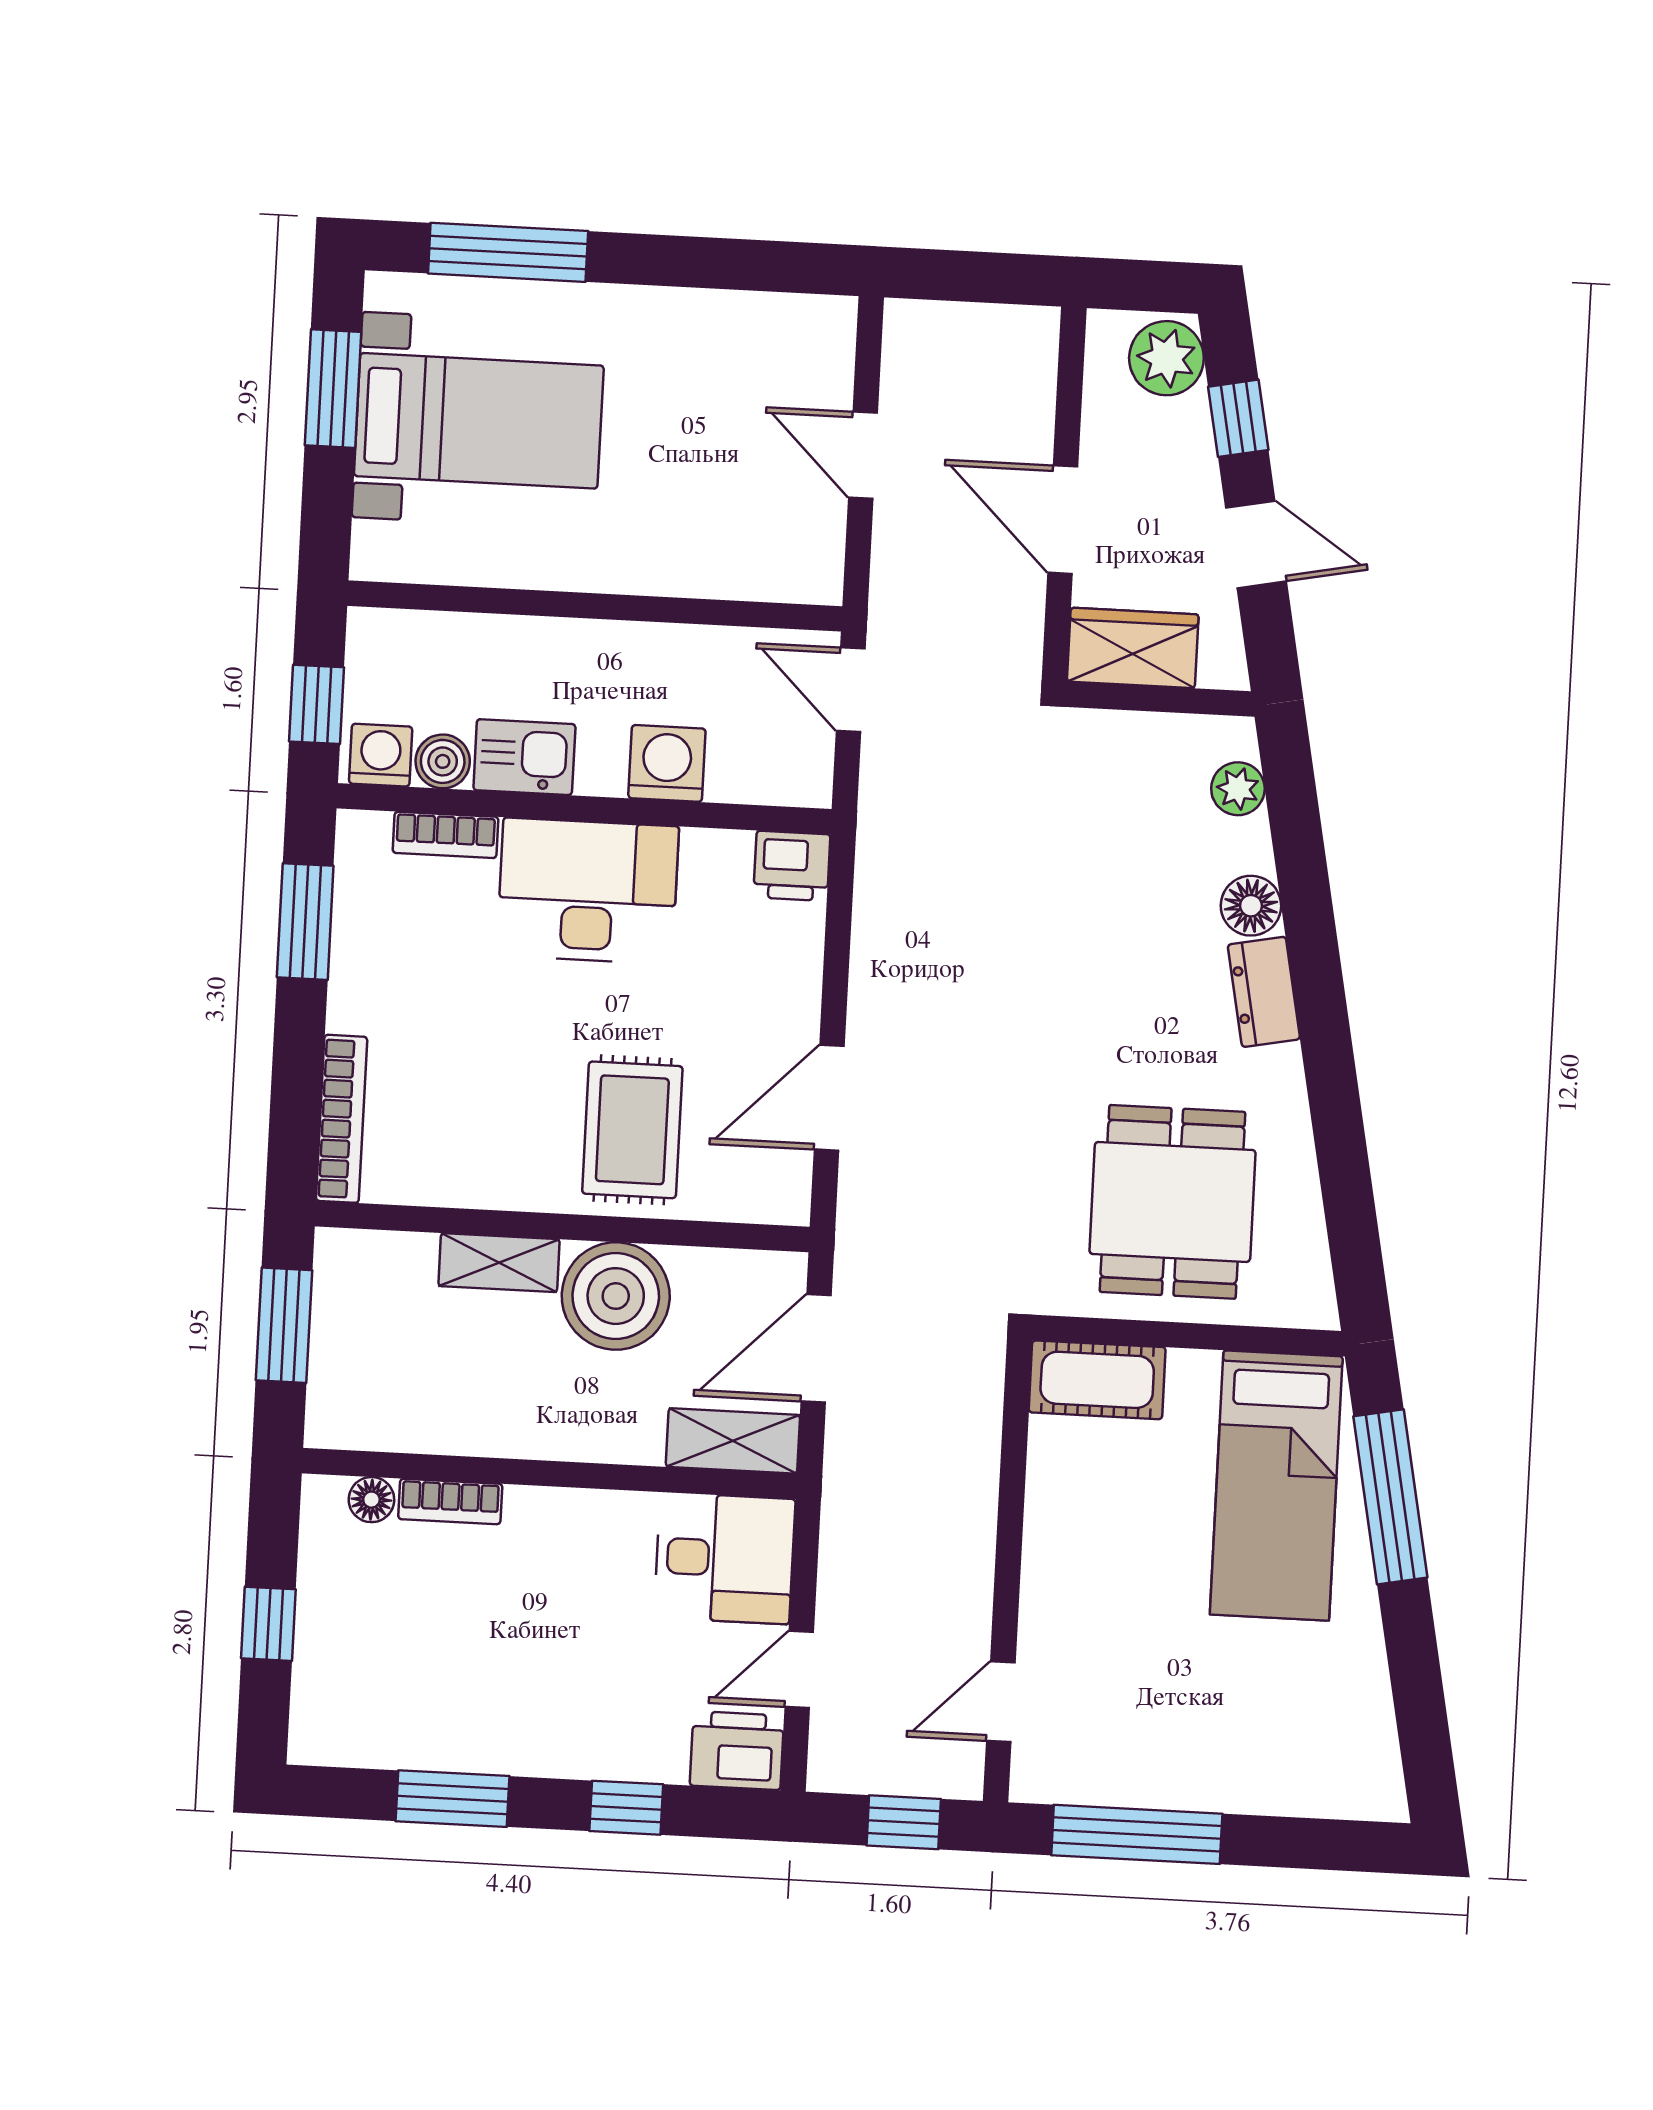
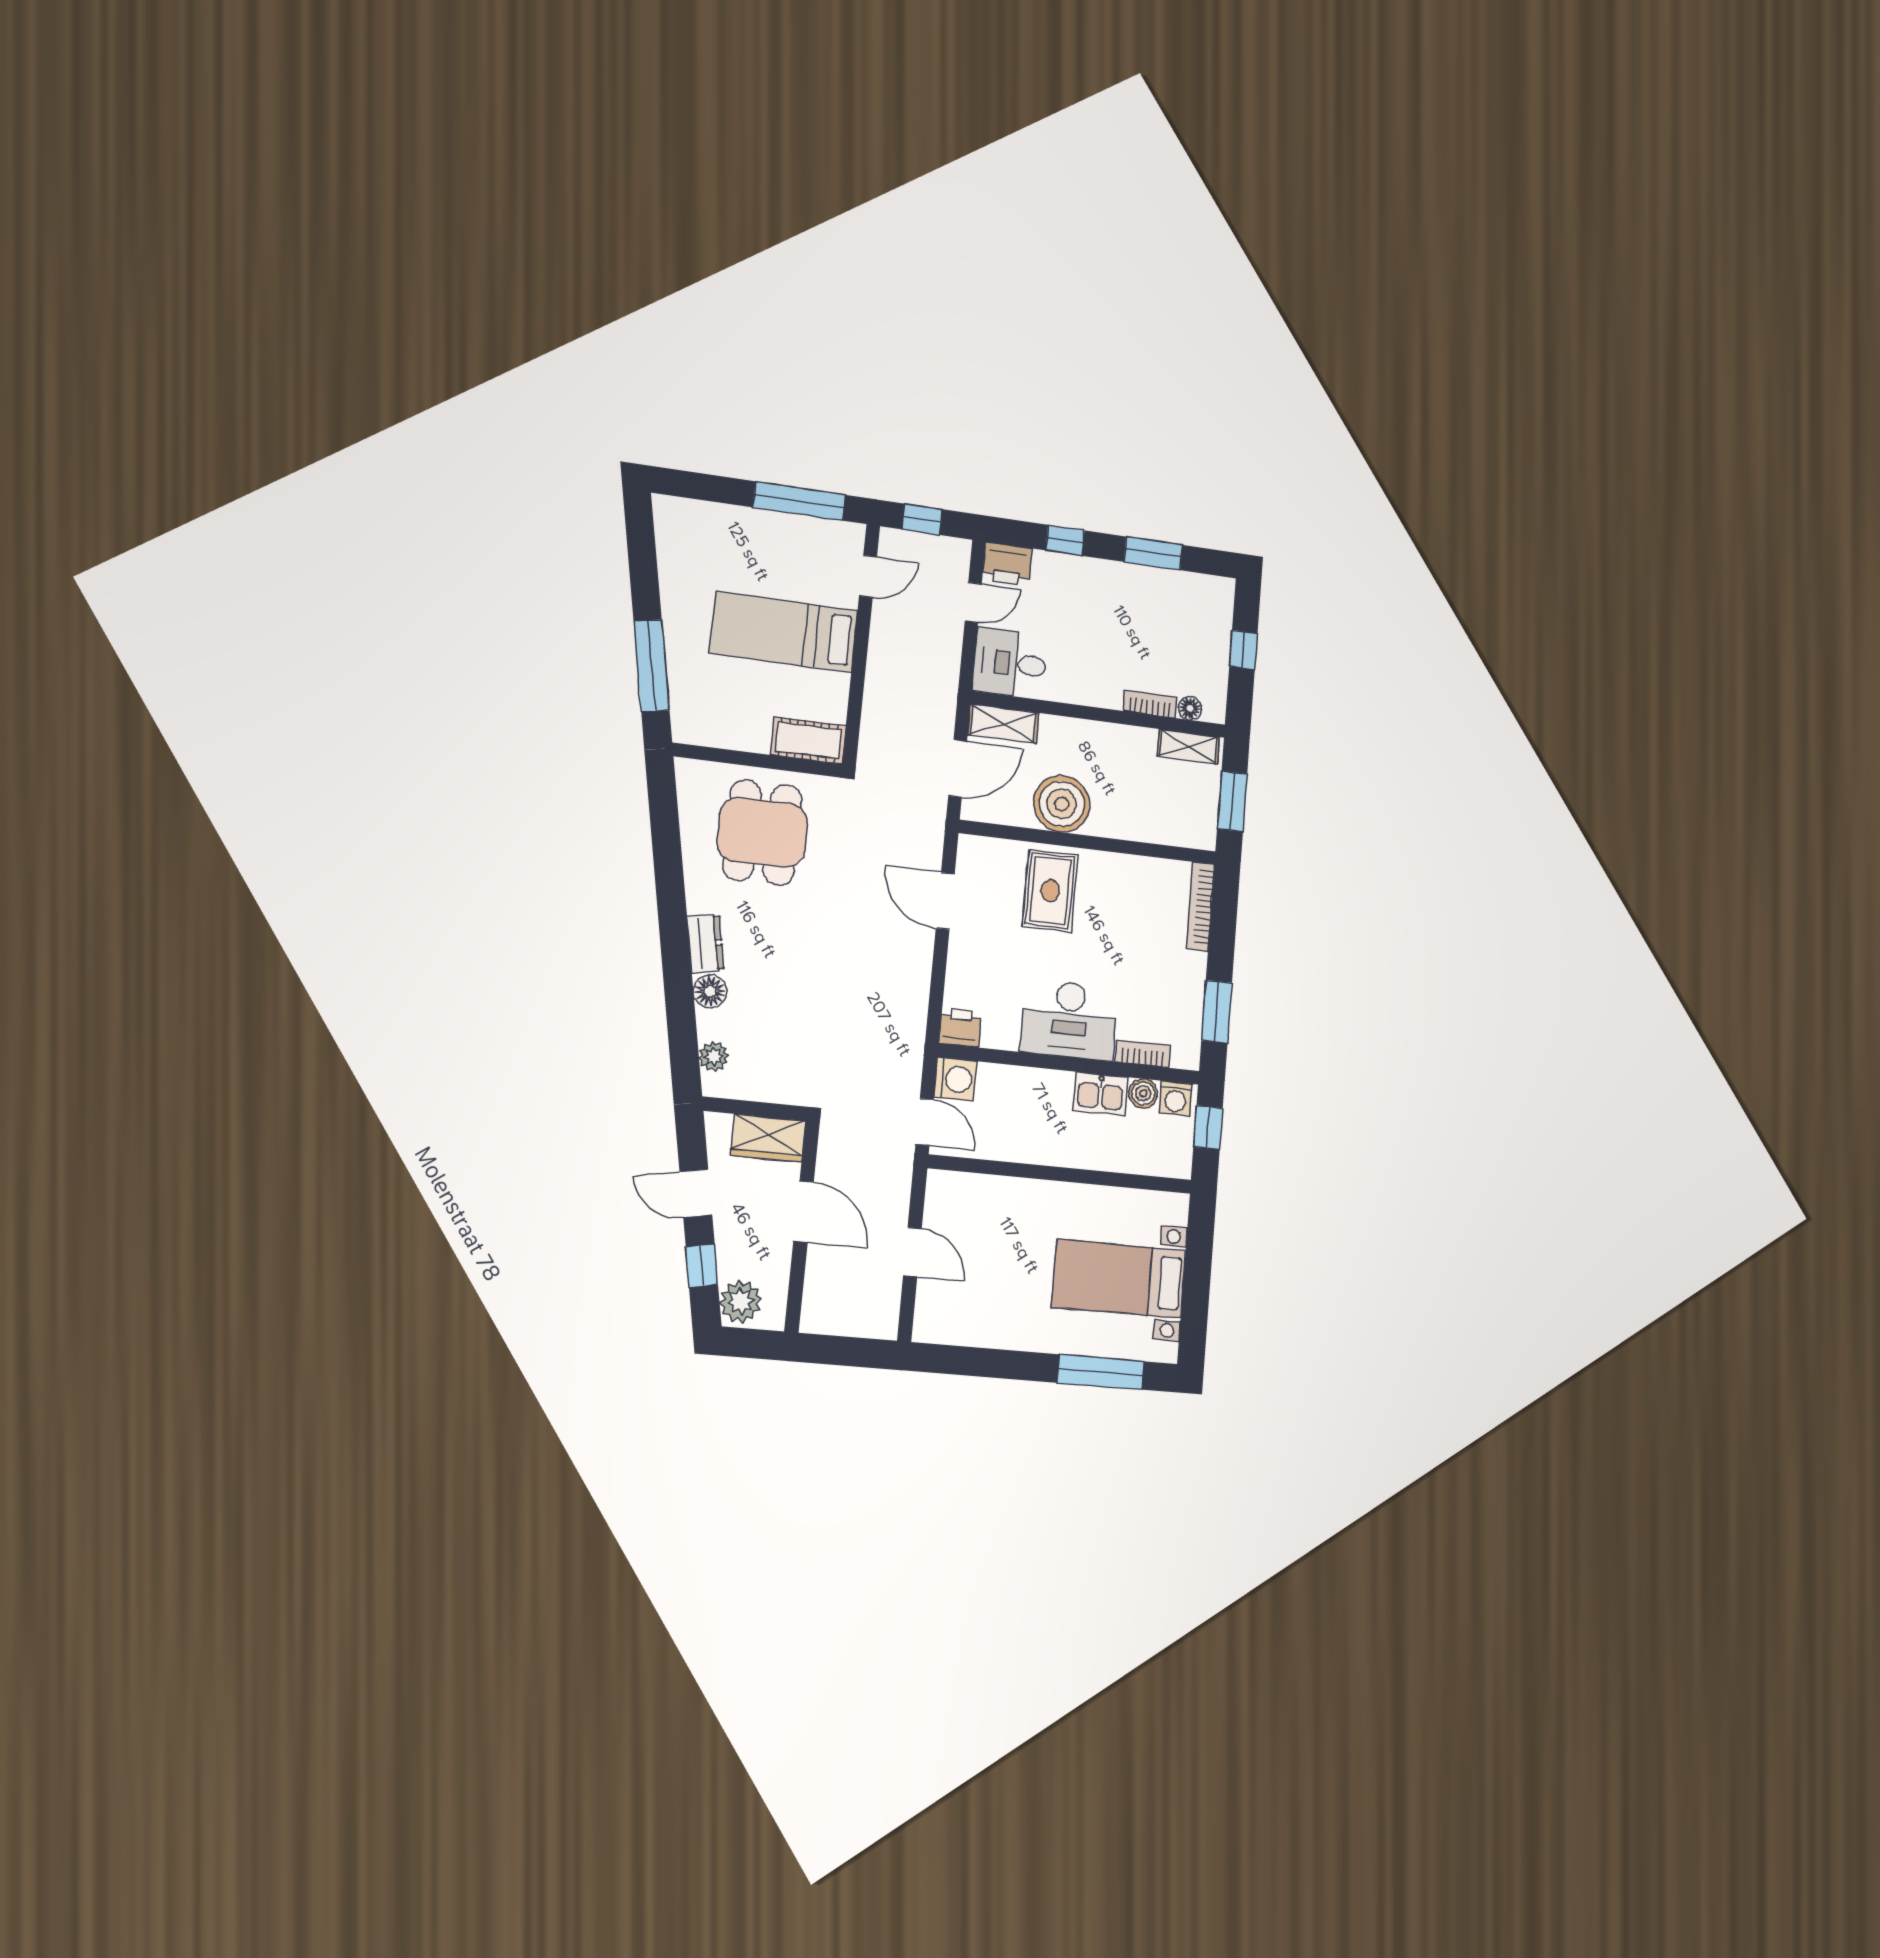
window: (333, 389) -> (1195, 1299), removed
washing machine: (667, 763) -> (955, 1079), moved, turned -90
door: (829, 1098) -> (945, 901), swing flipped
shelving: (499, 1263) -> (1188, 747), moved
bed: (1276, 1485) -> (784, 632), moved, turned -90

